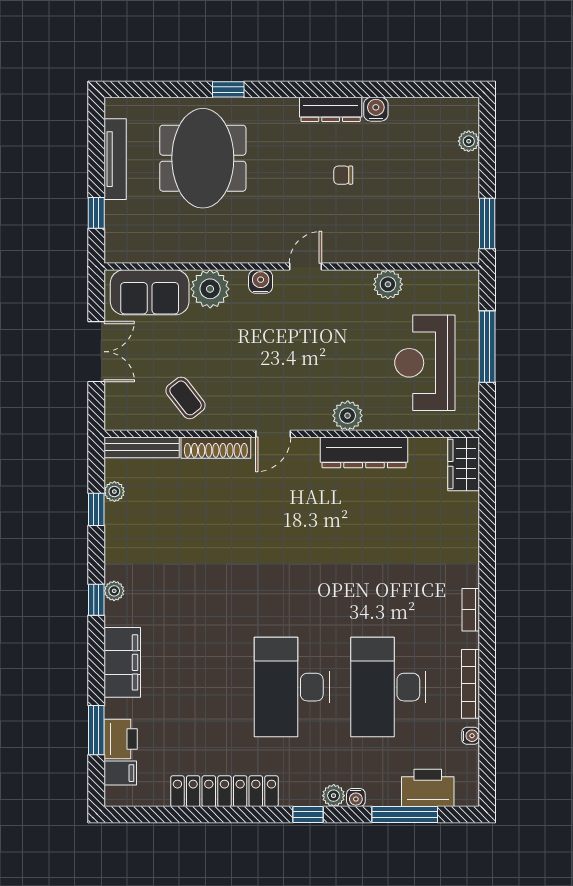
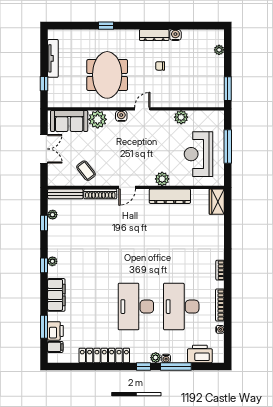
meeting table: (203, 158) -> (107, 75), moved
window: (405, 815) -> (176, 366), moved

